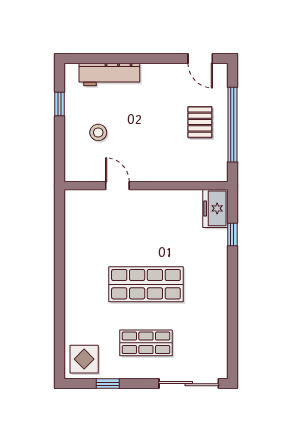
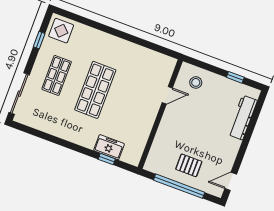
stool: (98, 132) -> (196, 82), moved
freezer: (215, 208) -> (109, 147), moved

